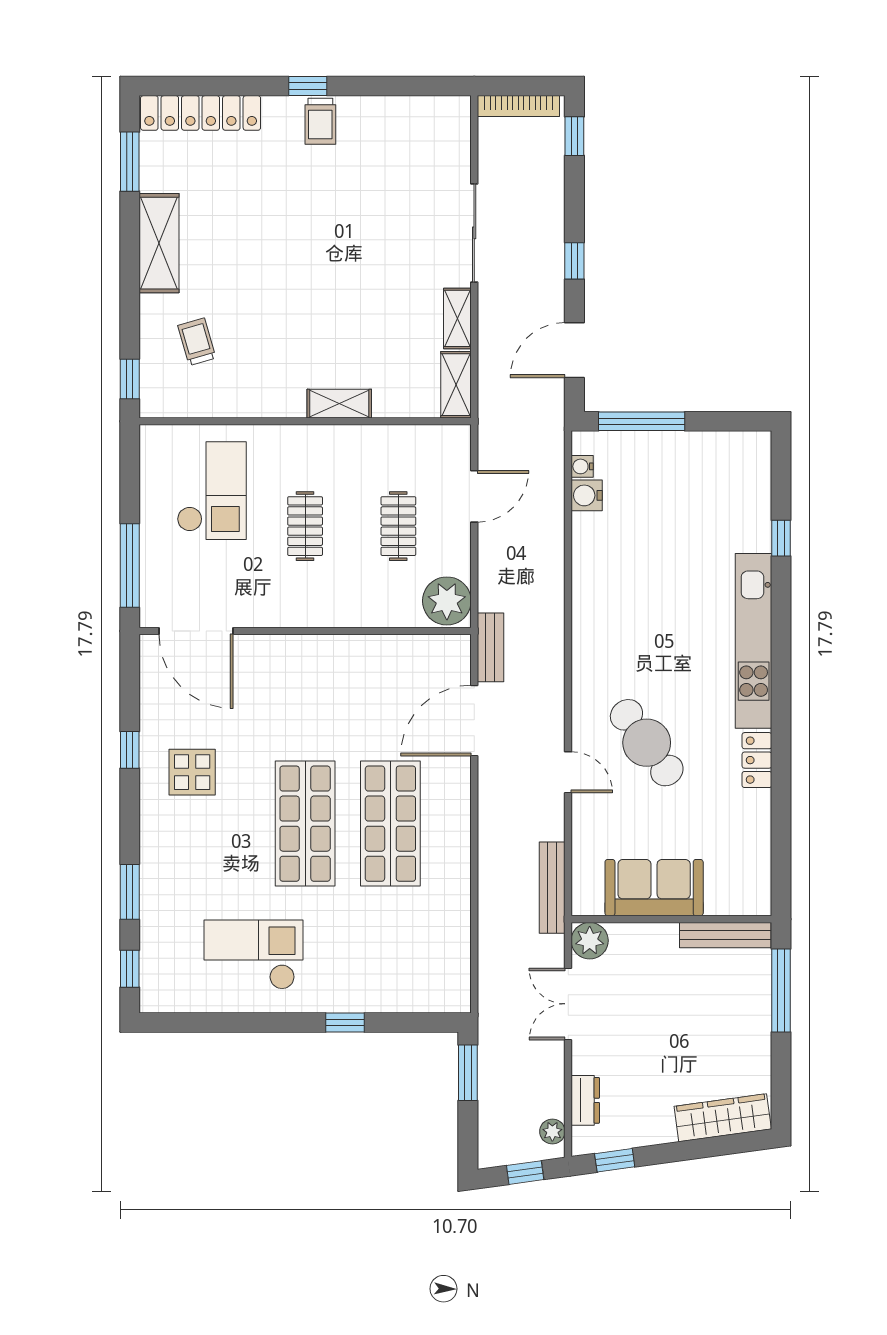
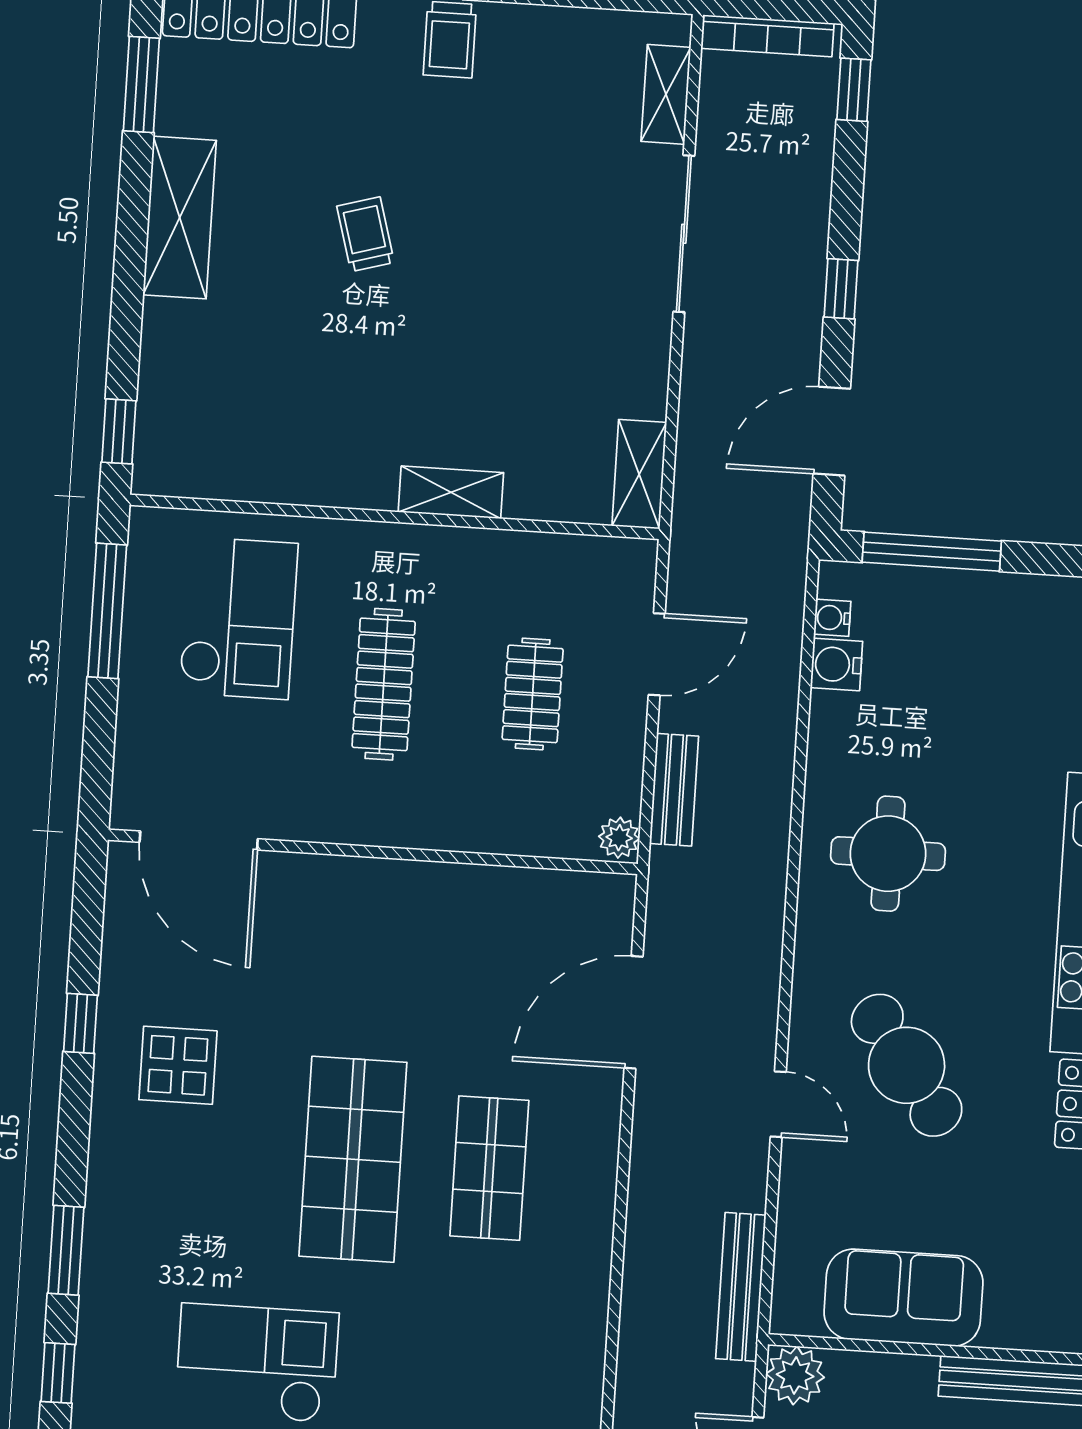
shelving: (457, 318) -> (666, 94), moved
trolley: (197, 342) -> (365, 234), moved
clothes rail: (305, 526) -> (384, 684), width x1.36
window: (130, 566) -> (107, 611), moved
plant: (447, 601) -> (619, 838), width x0.53, depth x0.53
round table: (627, 611) -> (888, 854), added
bench: (490, 647) -> (674, 790), moved
shop shelf: (390, 824) -> (489, 1168), width x0.70, depth x0.74

